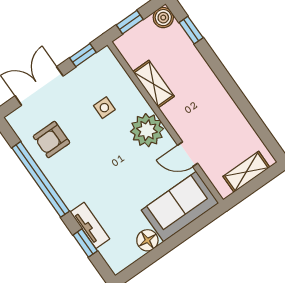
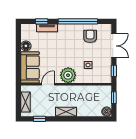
window: (191, 30) -> (40, 119), moved
shelving: (154, 84) -> (66, 112), moved

